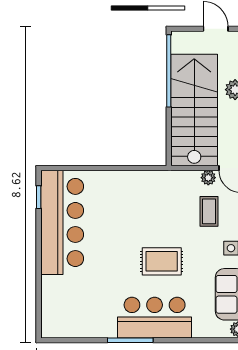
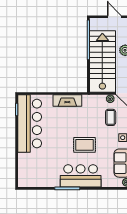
fireplace: (131, 181) -> (67, 101), added

